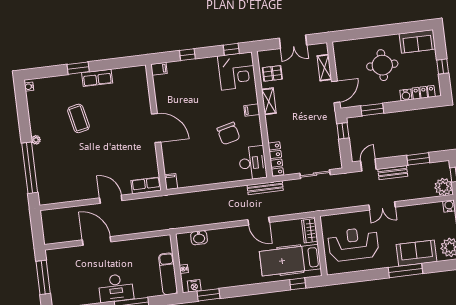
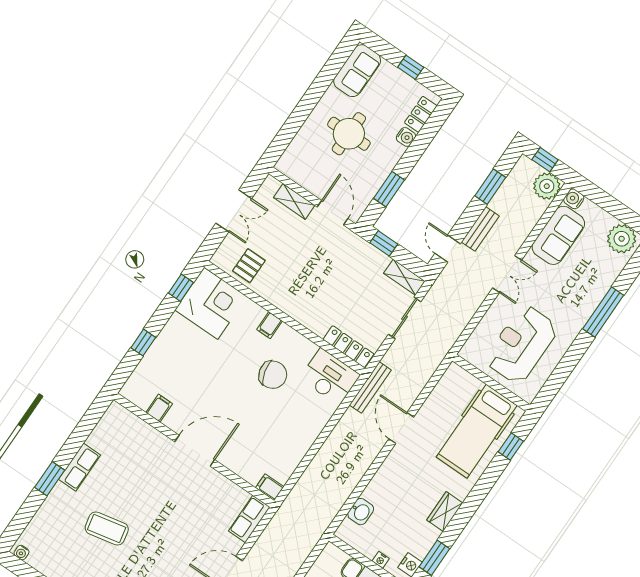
filing cabinet: (159, 69) -> (159, 408), moved
shelving: (269, 101) -> (404, 277), moved
door: (259, 221) -> (401, 428), swing flipped
wardrobe: (310, 231) -> (445, 512), moved, turned 90
sofa: (417, 253) -> (558, 235), moved, turned 180

